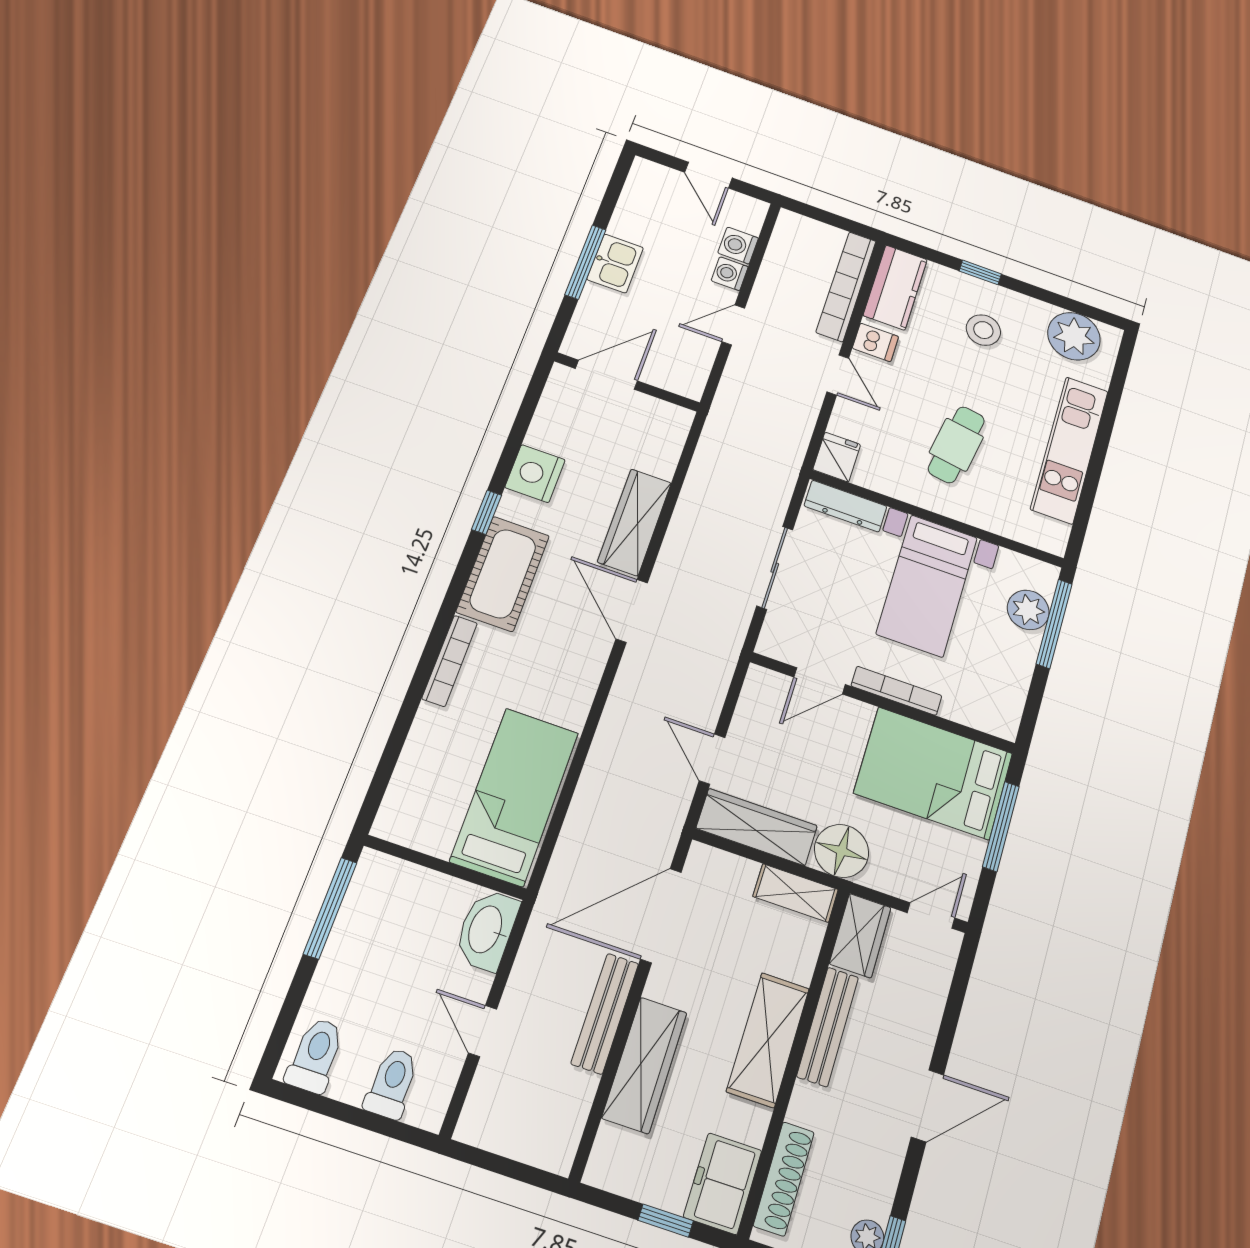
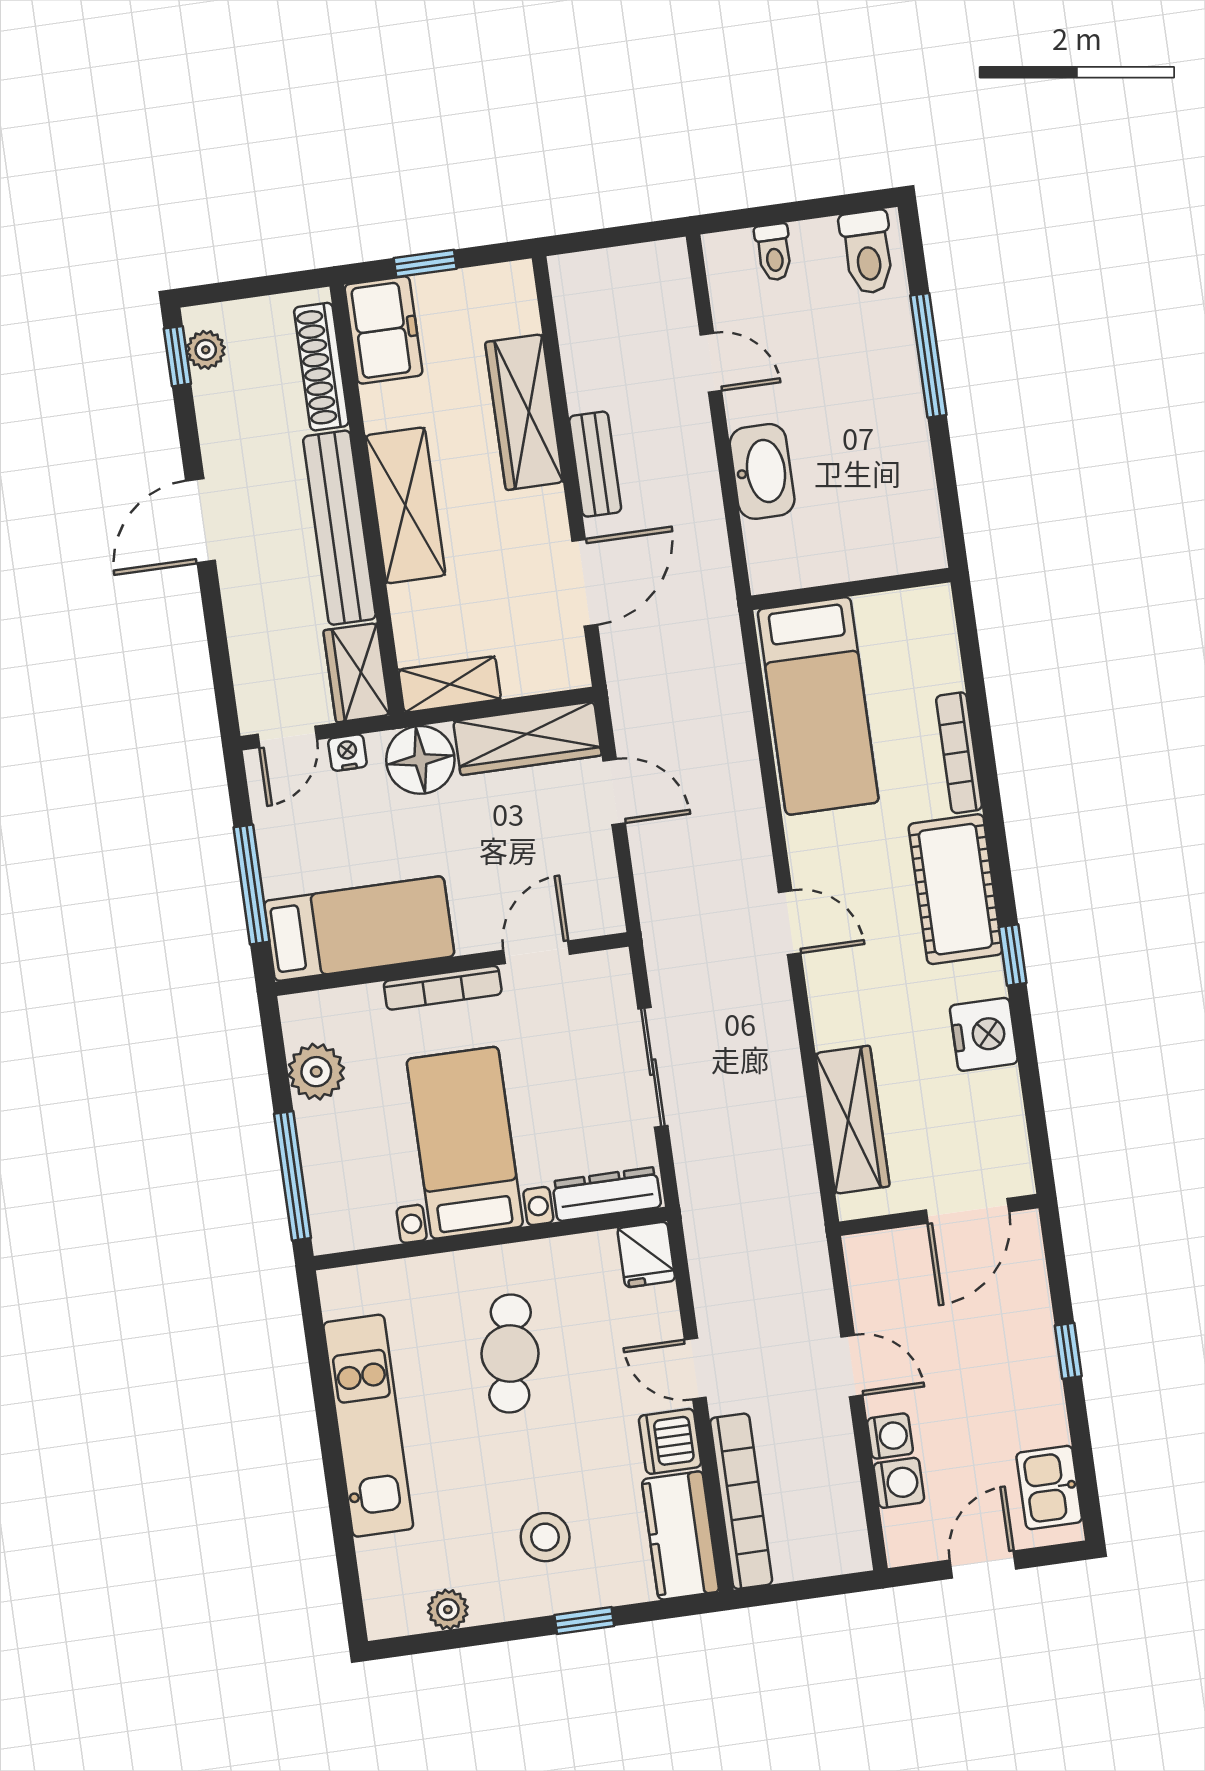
door: (708, 175) -> (983, 1565), hinge flipped
window: (585, 262) -> (1068, 1351), width x0.46
kitchen sink: (615, 263) -> (1049, 1487), moved
door: (733, 325) -> (852, 1366), hinge flipped
plant: (1074, 336) -> (448, 1610), width x0.53, depth x0.53
dishwasher: (875, 342) -> (670, 1441), width x1.38
wardrobe: (635, 522) -> (852, 1120), moved
plant: (1028, 610) -> (316, 1072), moved
door: (632, 611) -> (790, 923), width x0.73
bed: (934, 773) -> (359, 929), width x0.67
bed: (515, 797) -> (818, 706), moved
wall: (445, 867) -> (851, 589), moved
nightstand: (892, 882) -> (347, 753), added
window: (330, 908) -> (928, 355), moved
door: (661, 916) -> (585, 583), width x0.73
bench: (605, 1013) -> (595, 464), width x0.73
bench: (828, 1027) -> (339, 528), width x1.37, depth x1.21
toilet: (392, 1083) -> (774, 252), width x0.73, depth x0.72

